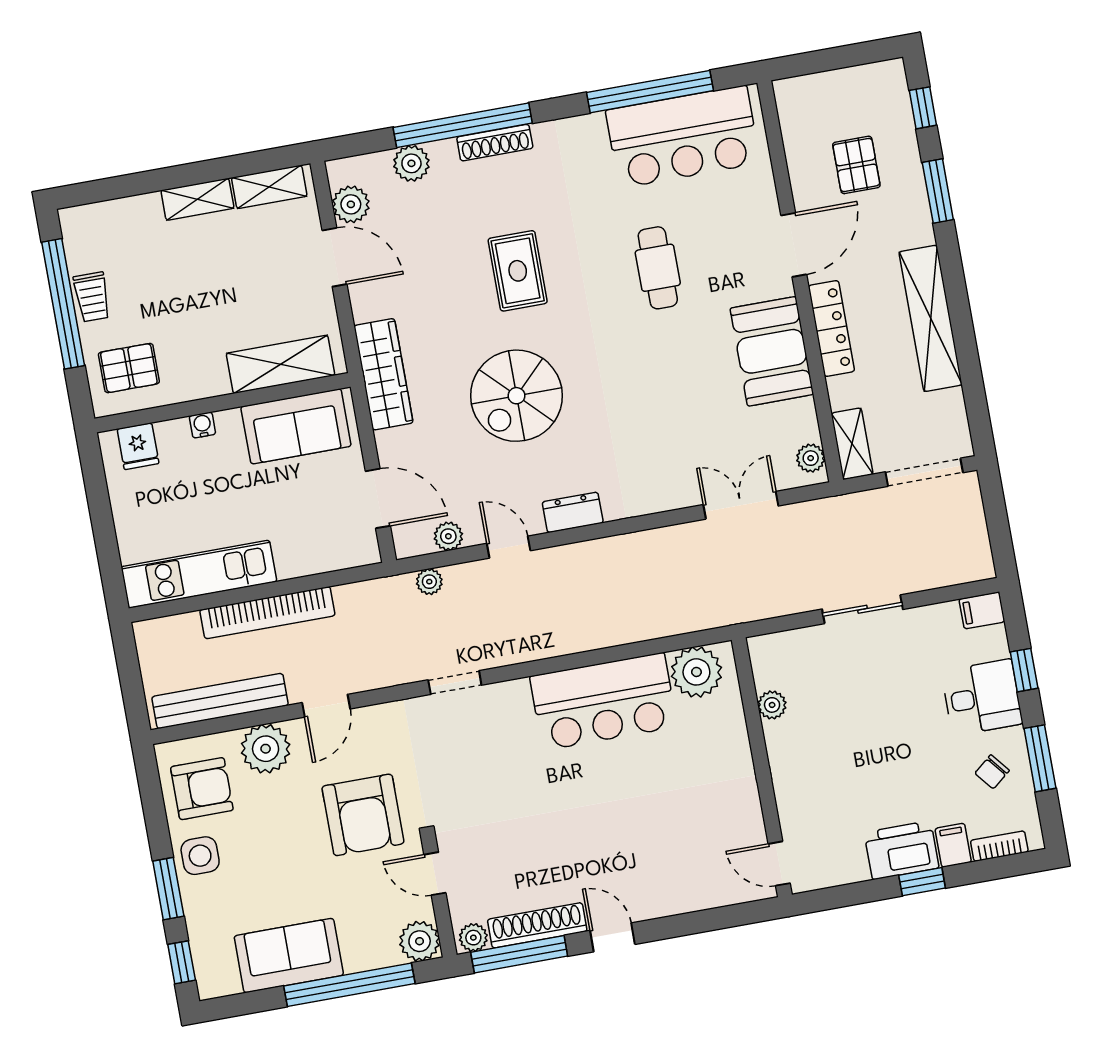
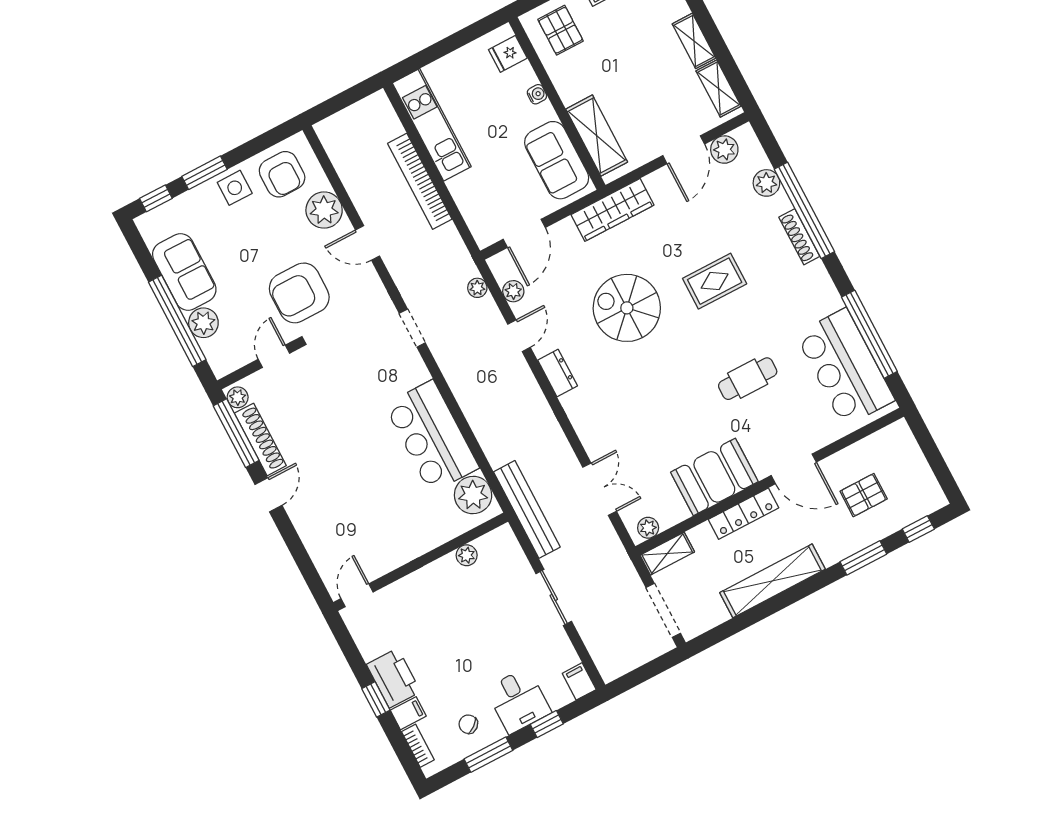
bench: (220, 701) -> (527, 509), moved
plant: (420, 941) -> (203, 323), moved

